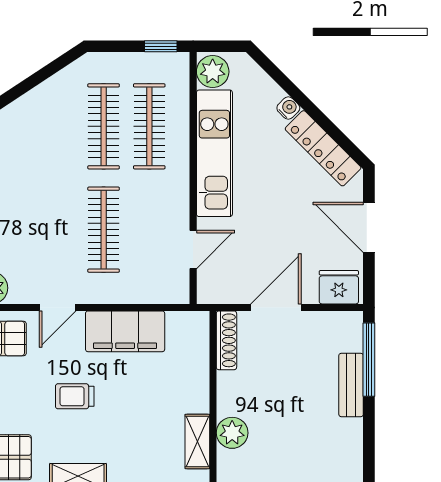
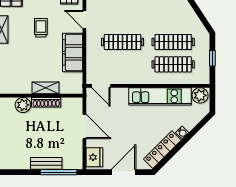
window: (161, 46) -> (212, 58), moved
door: (193, 249) -> (101, 86), moved
shoe rack: (226, 340) -> (46, 102), moved
shelving: (197, 441) -> (46, 88), moved

